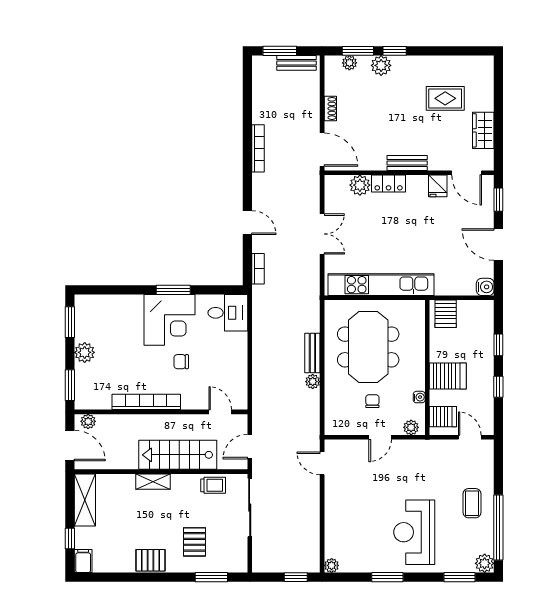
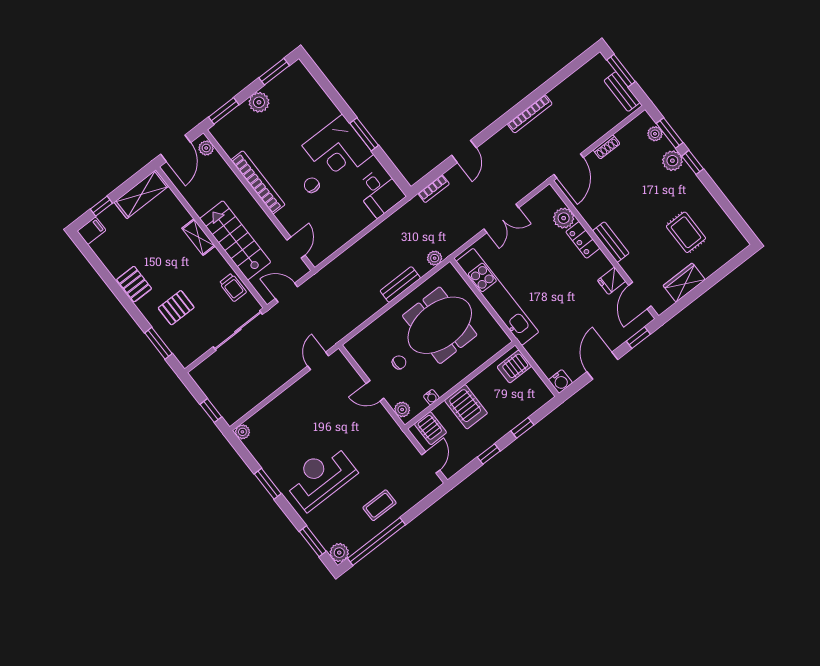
plant: (313, 382) -> (435, 258), moved

